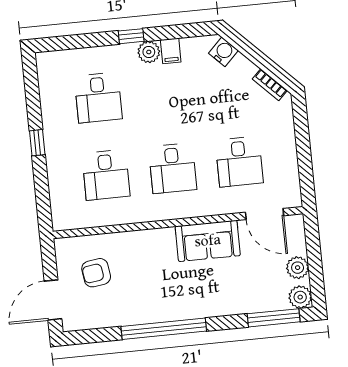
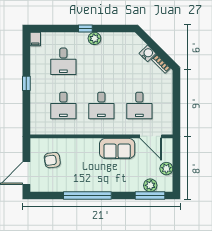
filing cabinet: (171, 51) -> (35, 39), moved
water cooler: (223, 52) -> (148, 53), moved
plant: (300, 297) -> (150, 185), moved

